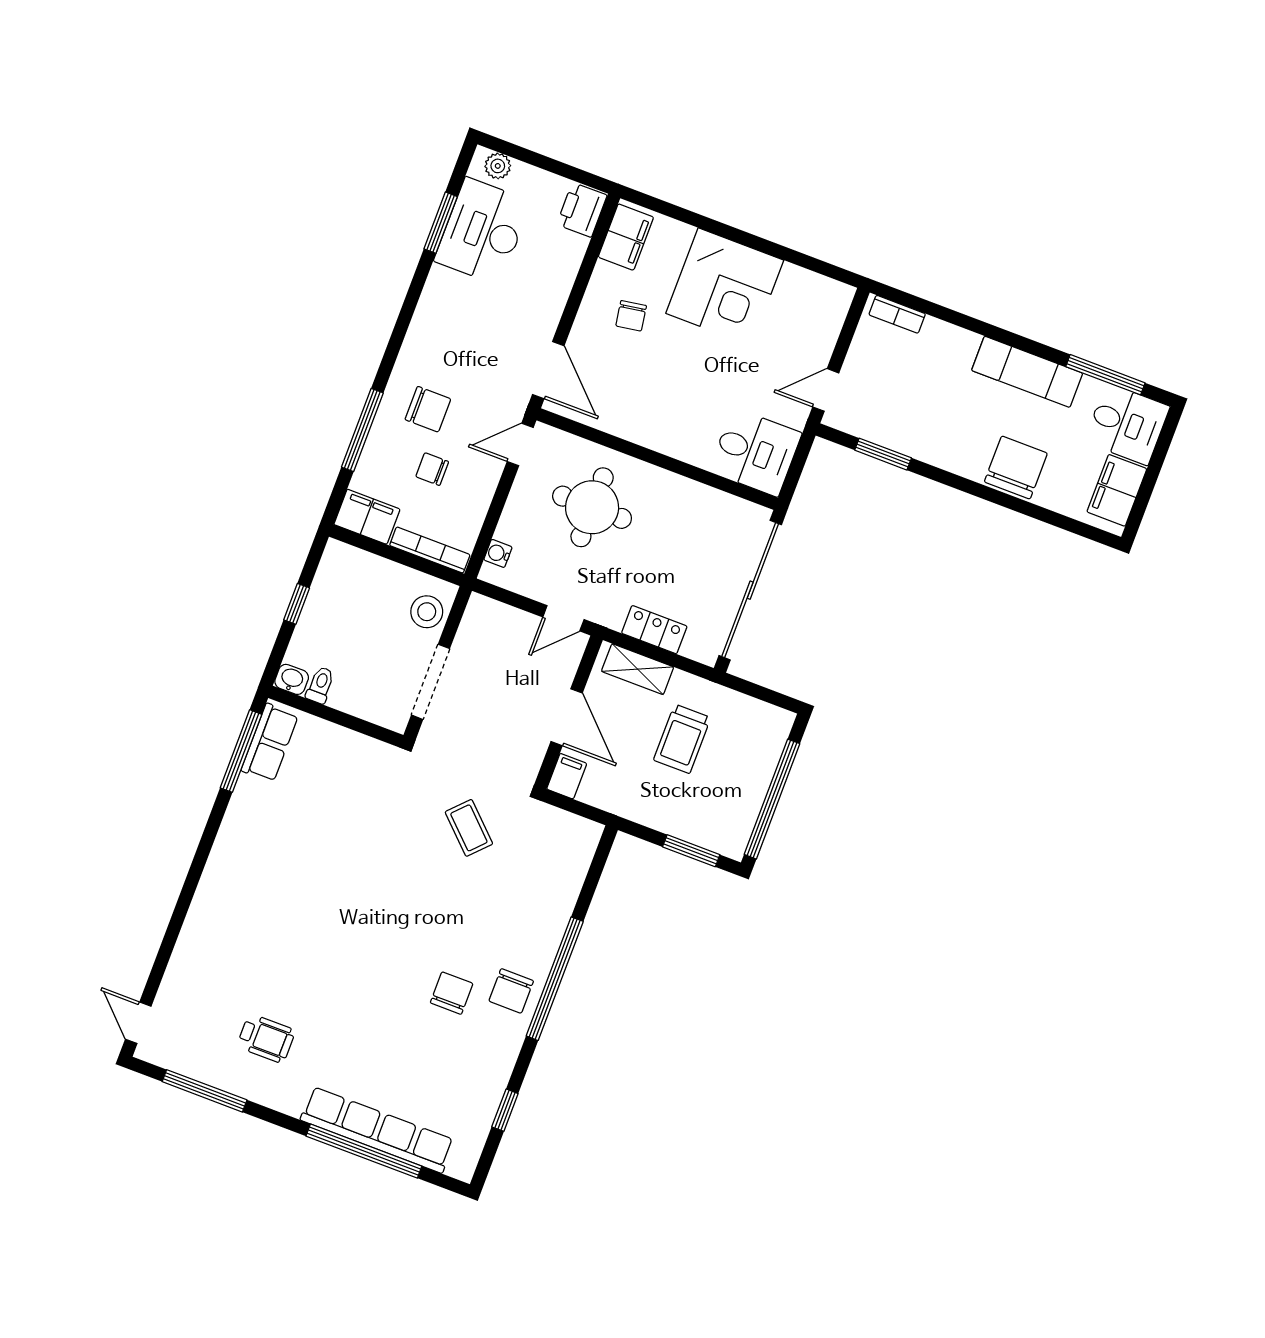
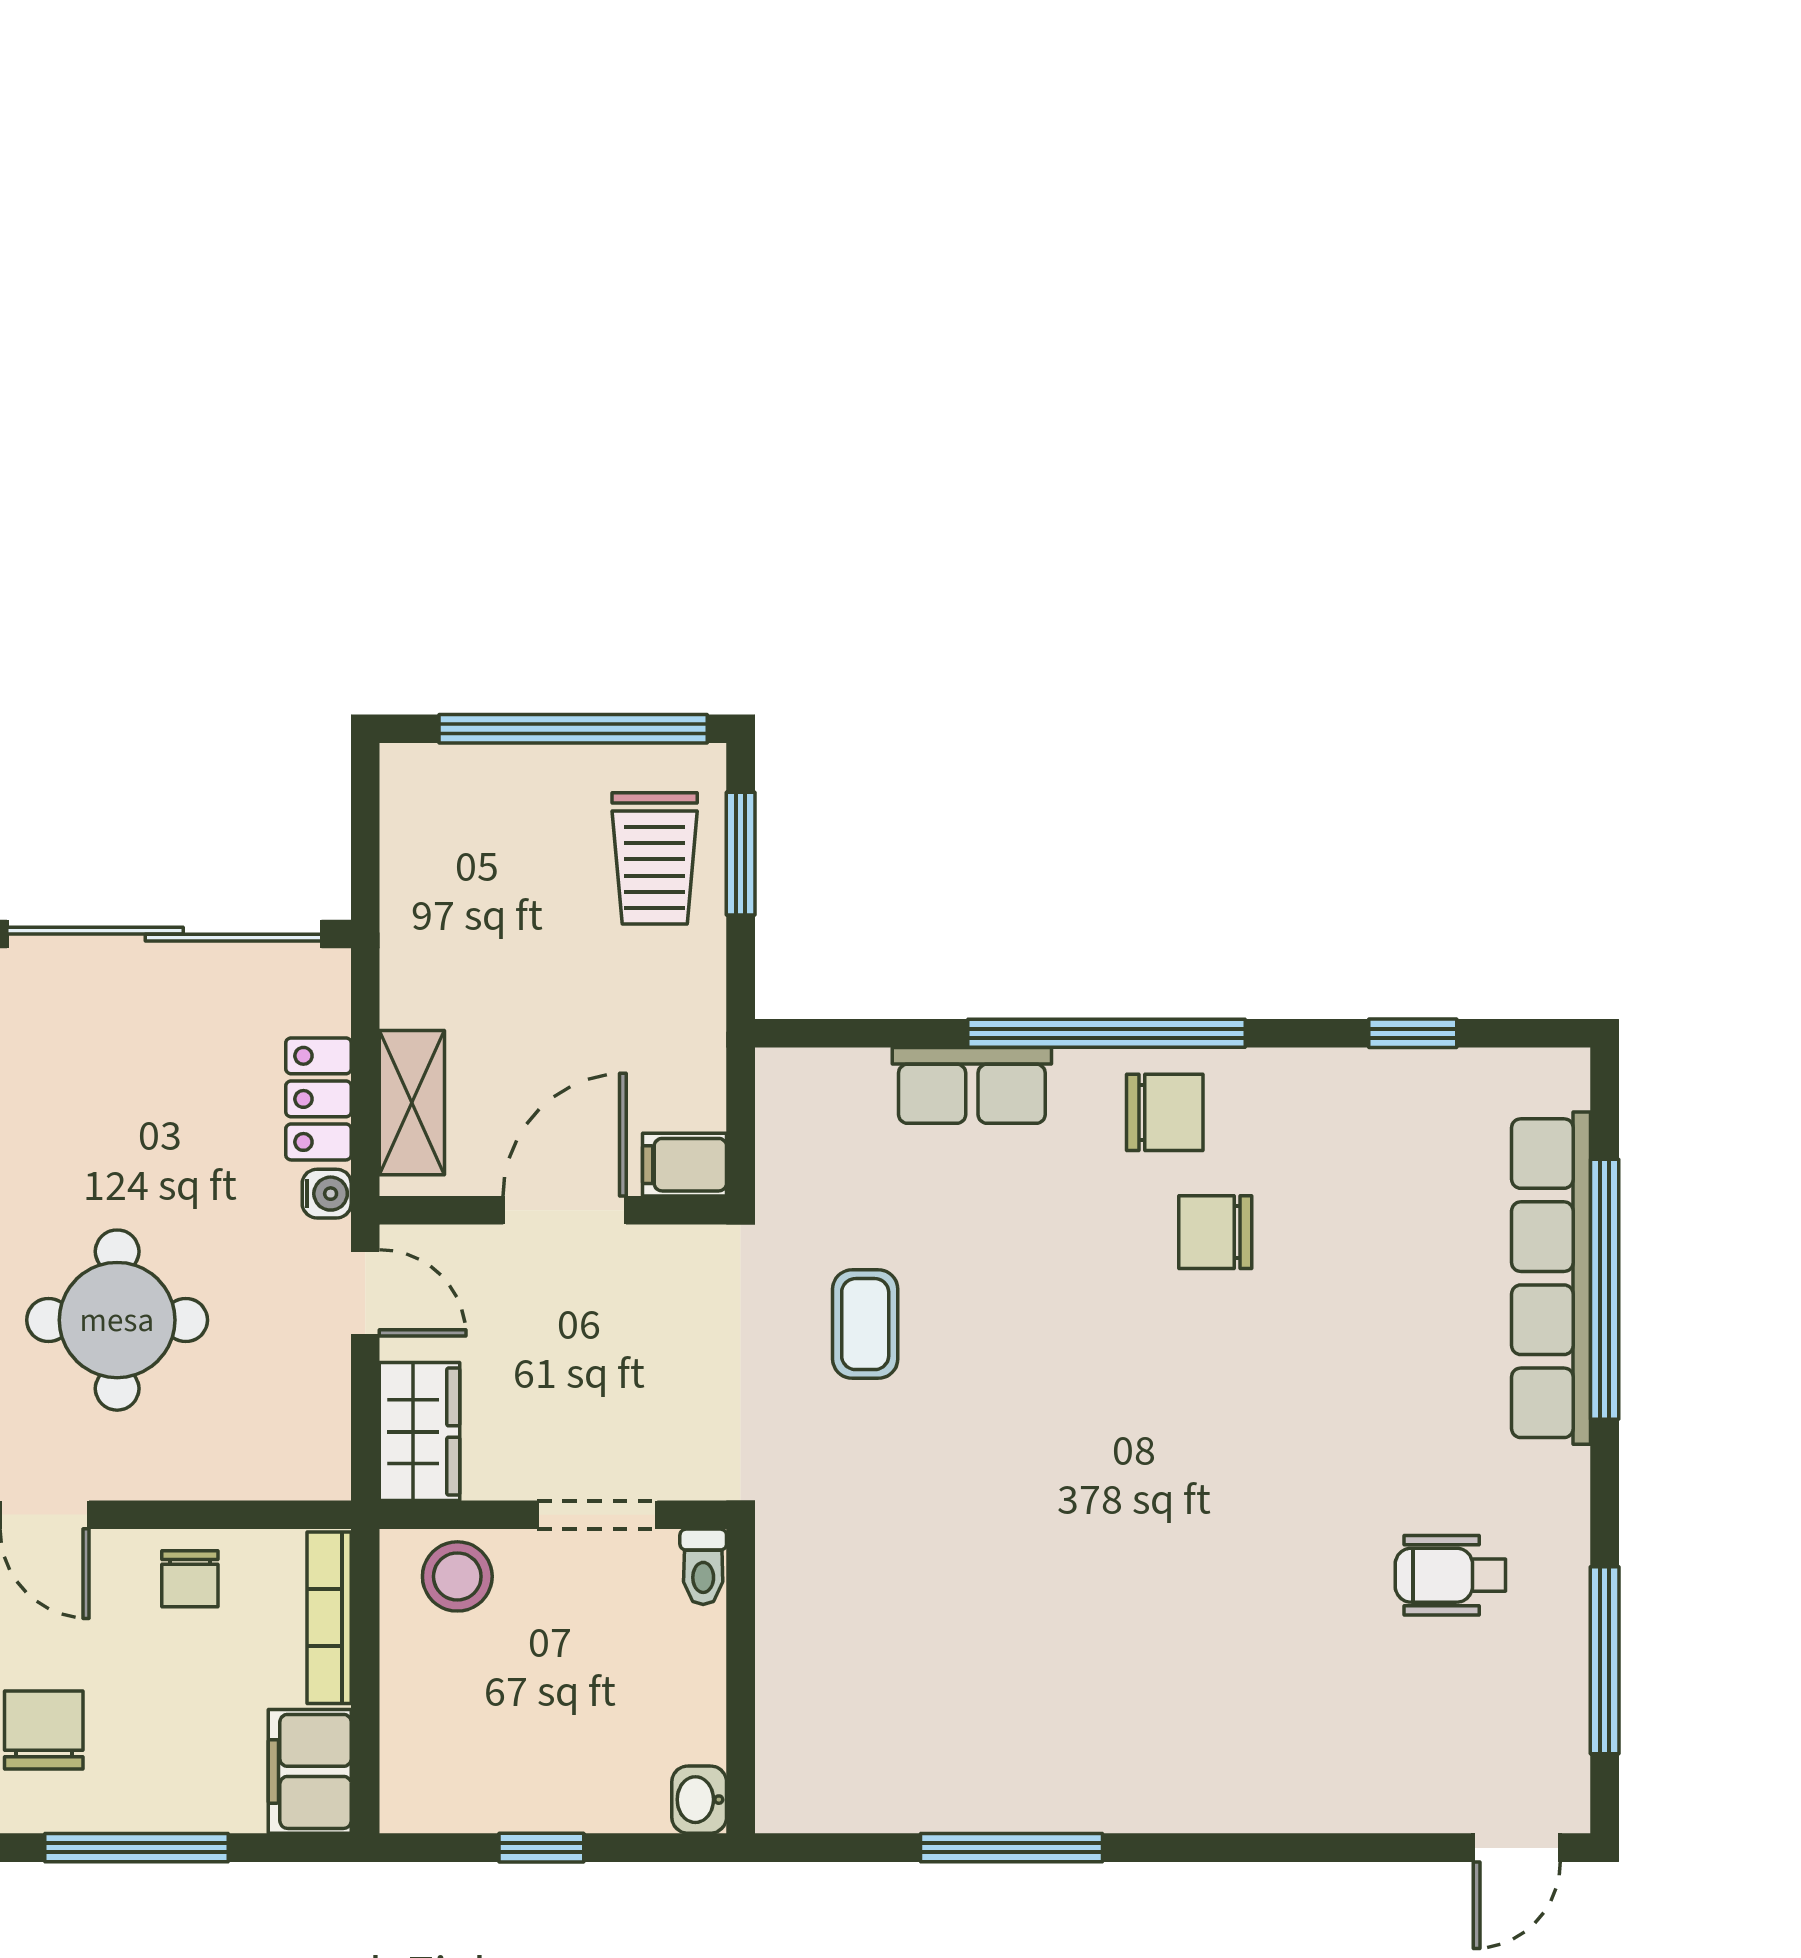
chair: (432, 469) -> (190, 1579), moved
water cooler: (498, 553) -> (327, 1194), moved, turned -90
wardrobe: (495, 619) -> (420, 1432), added
doorway: (430, 682) -> (597, 1515), width x0.73
toilet: (320, 685) -> (703, 1567), moved, turned -90
trolley: (682, 739) -> (655, 858), moved, turned 90
row of seats: (270, 743) -> (972, 1085), moved, turned 180
window: (241, 751) -> (1012, 1848), moved
coffee table: (469, 828) -> (865, 1324), turned -44
wheelchair: (266, 1038) -> (1450, 1575), turned -90

